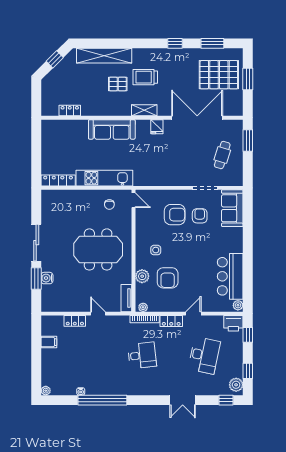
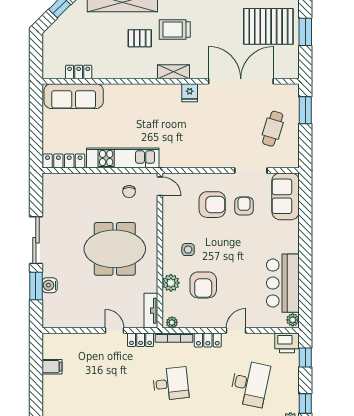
sofa: (112, 129) -> (74, 96), moved
locker: (75, 321) -> (141, 340), moved

